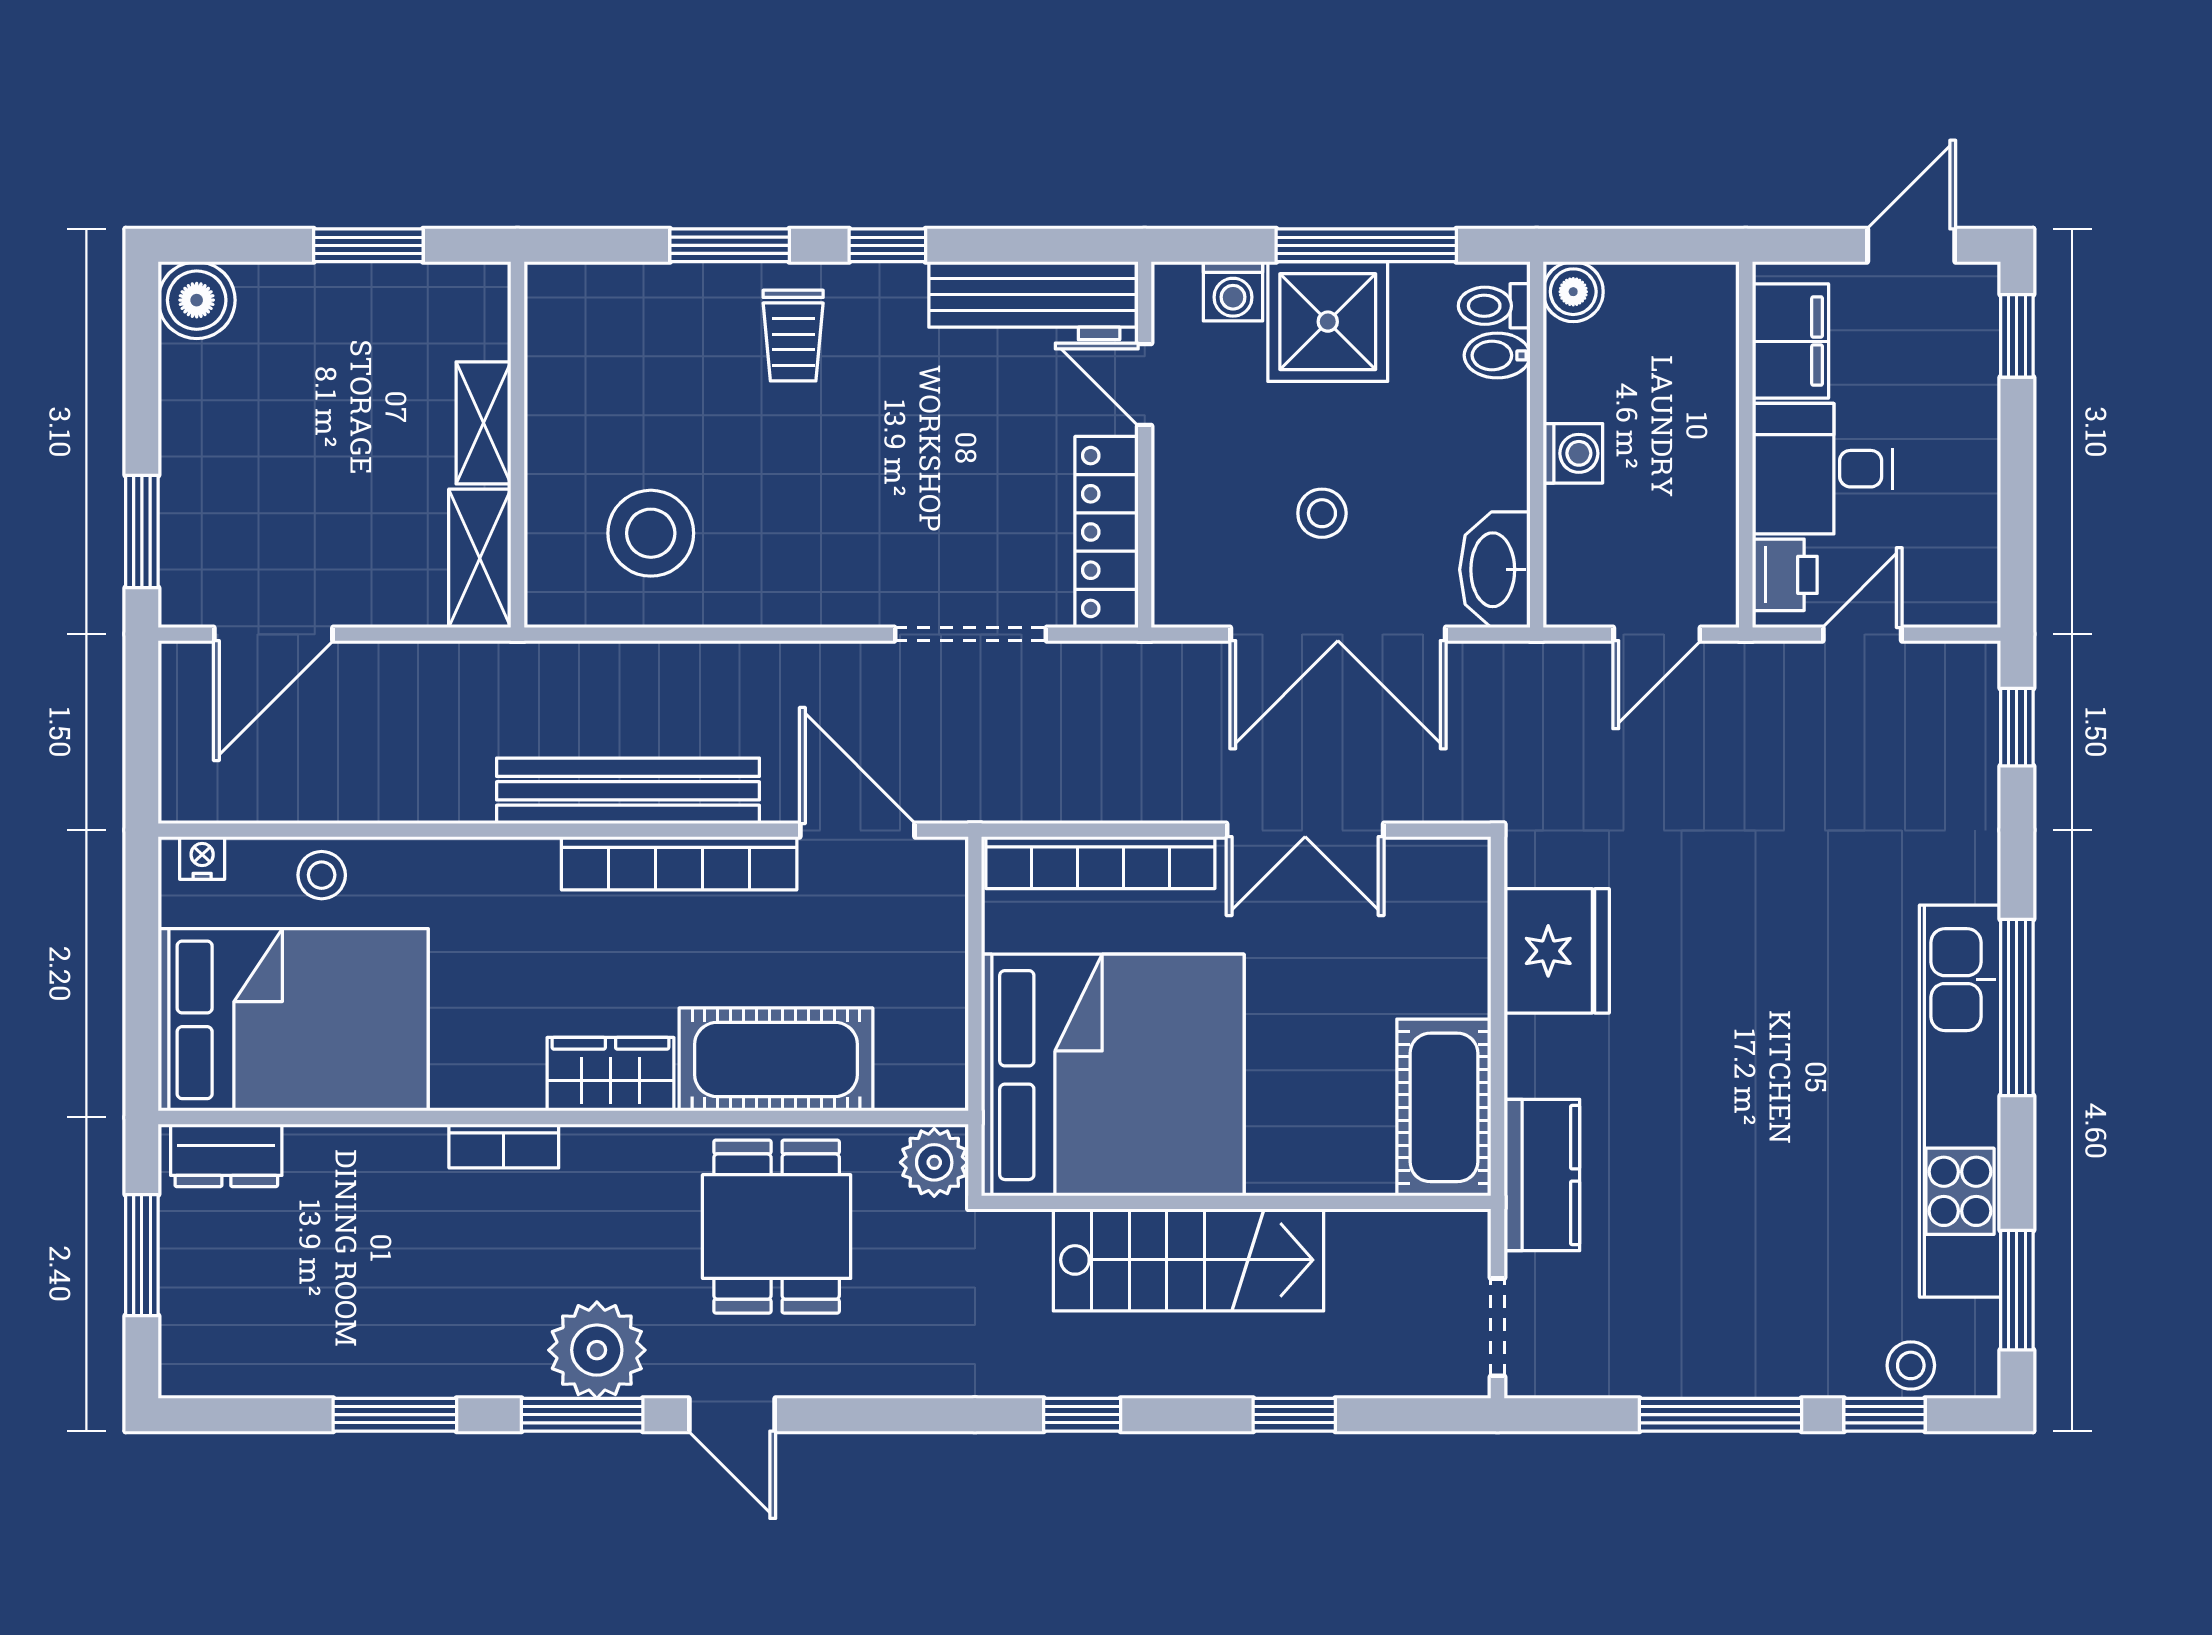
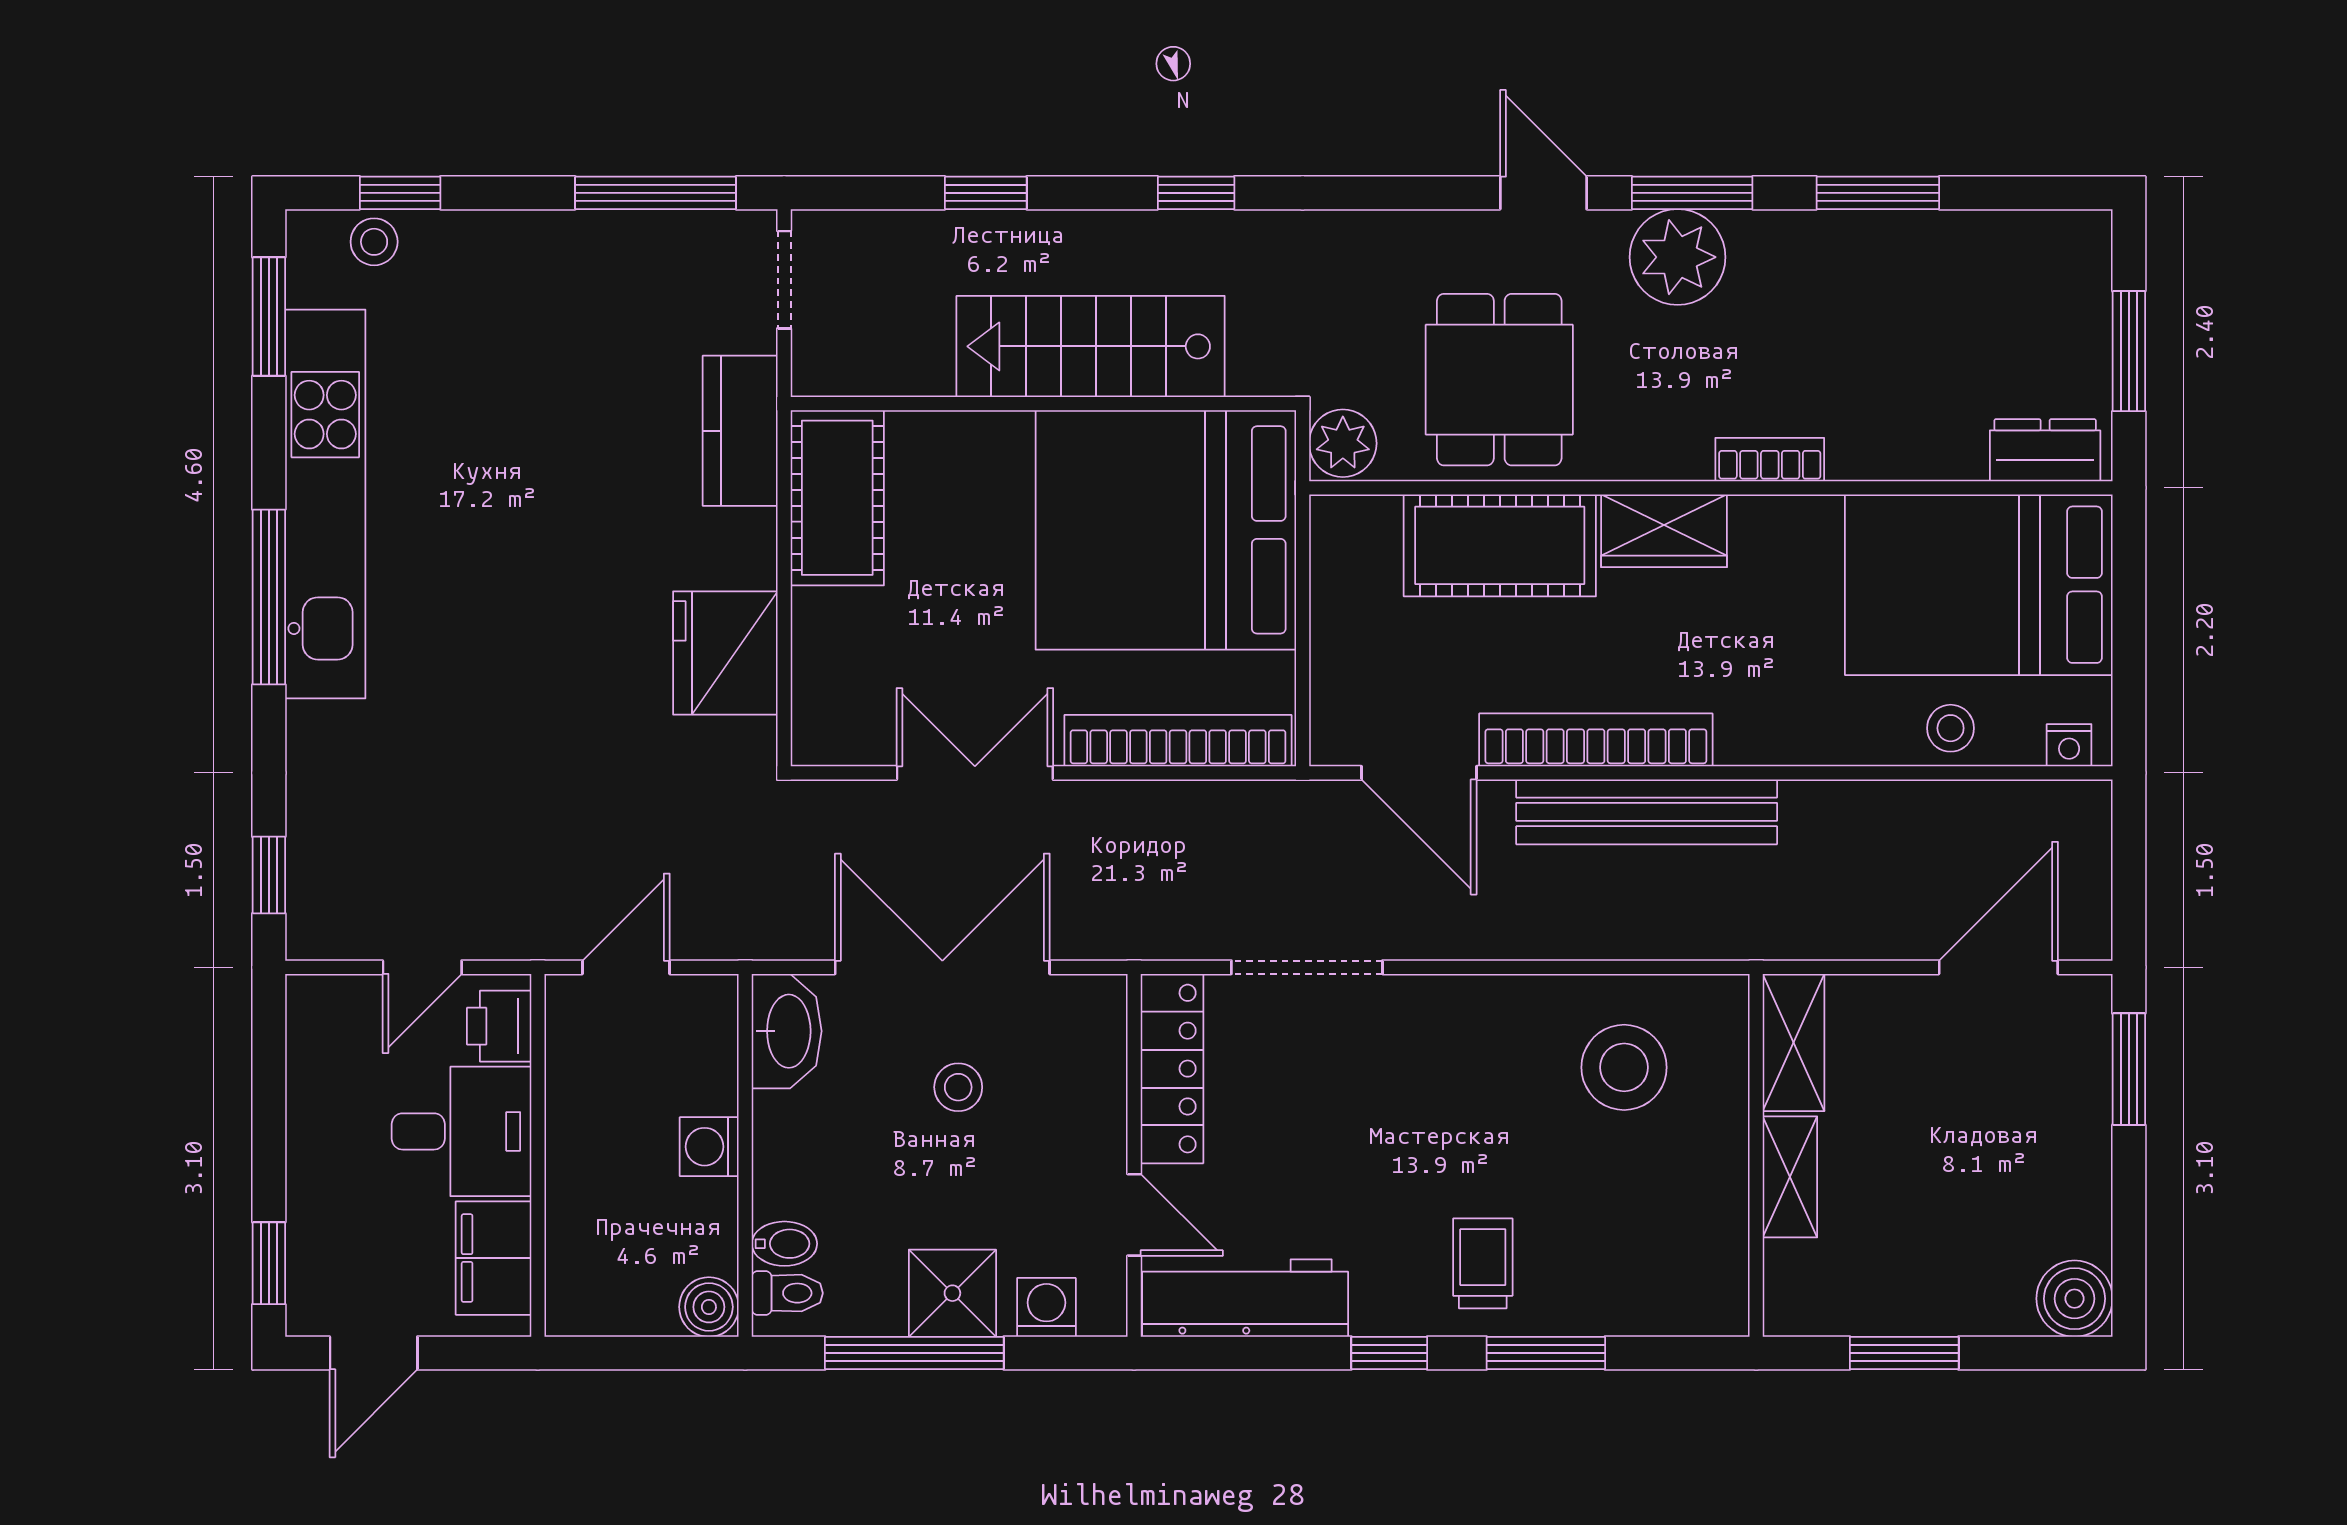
shower: (1328, 322) -> (952, 1293), width x0.73, depth x0.73
window: (1720, 1415) -> (656, 193), moved

